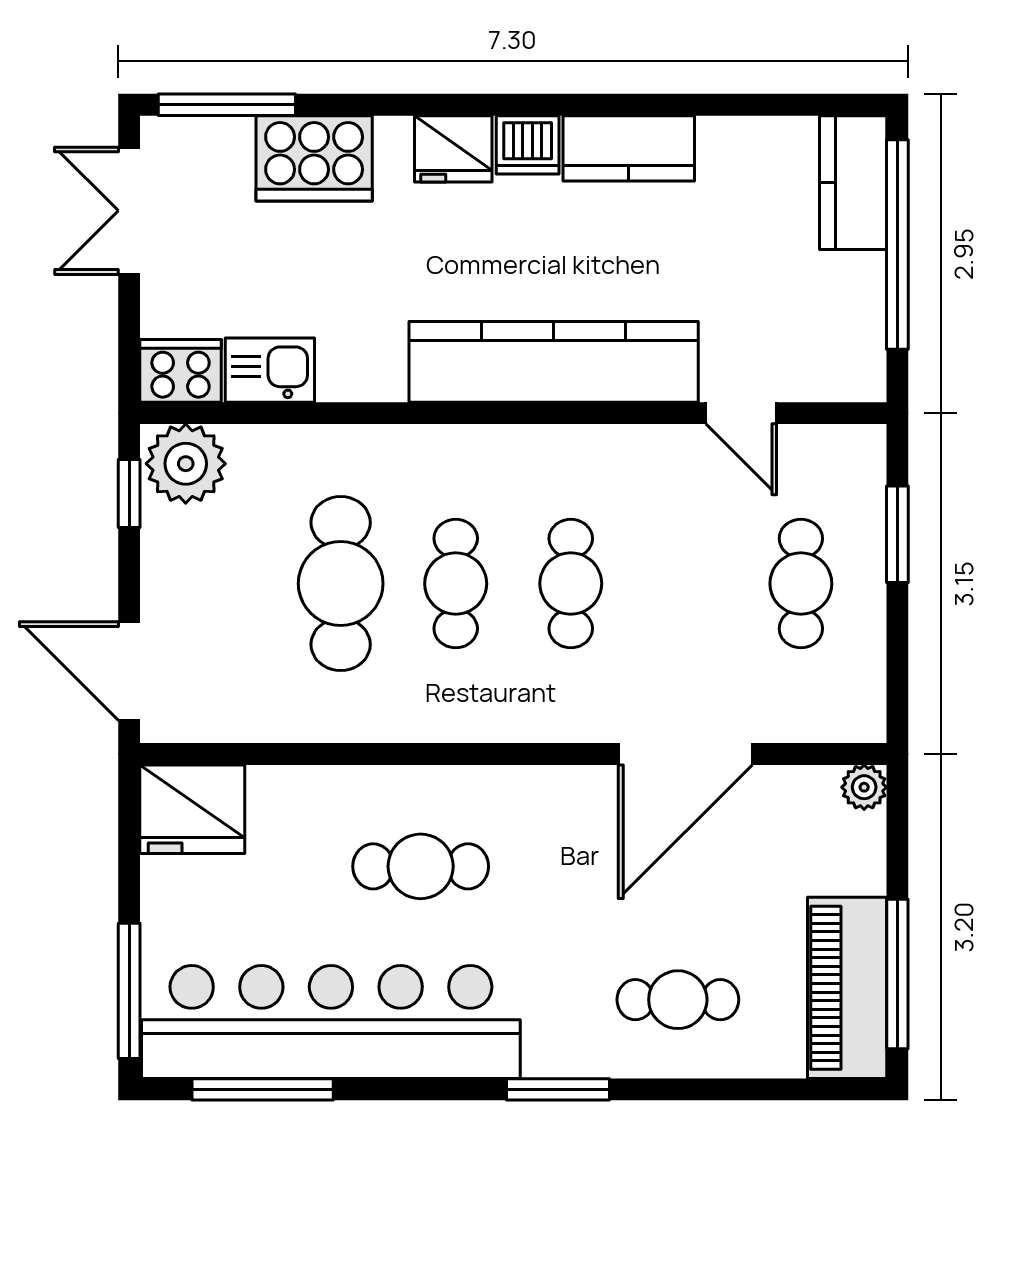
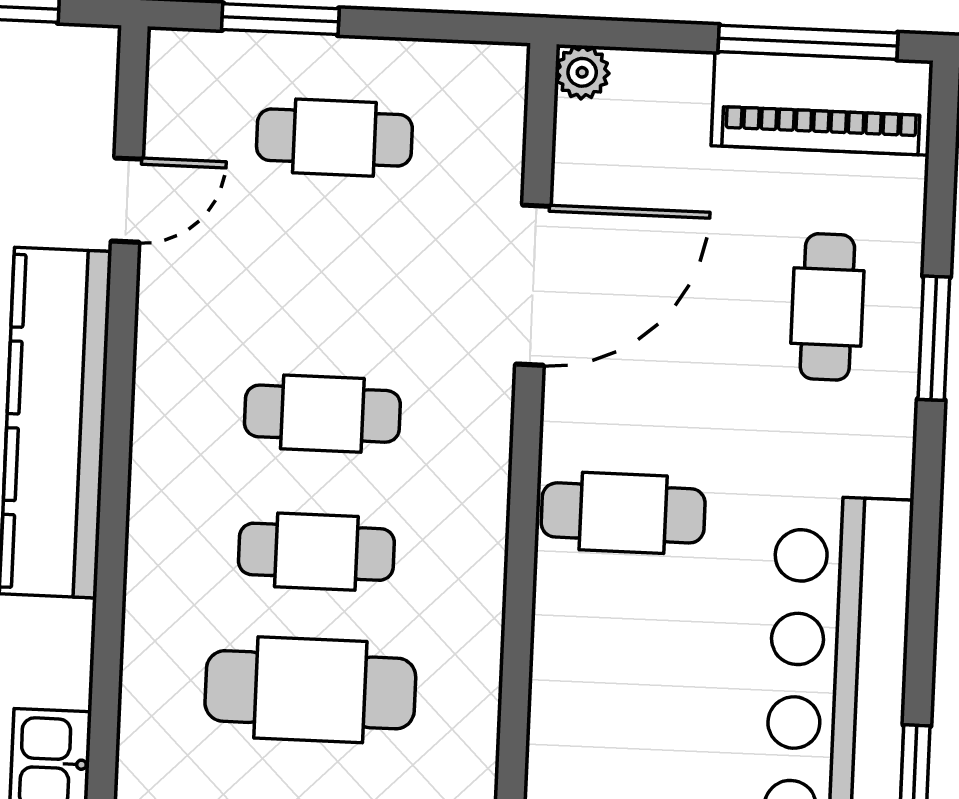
door: (685, 754) -> (533, 285), hinge flipped
cafe table: (421, 866) -> (623, 513), moved, turned 90
window: (558, 1089) -> (934, 338), moved

